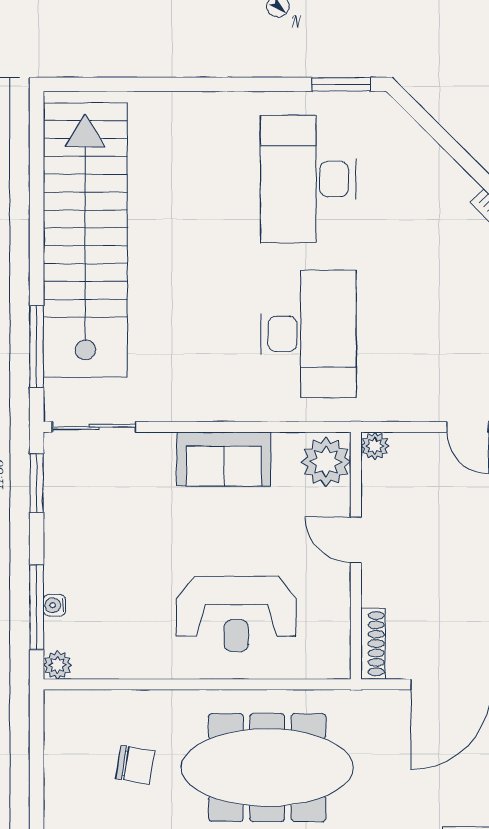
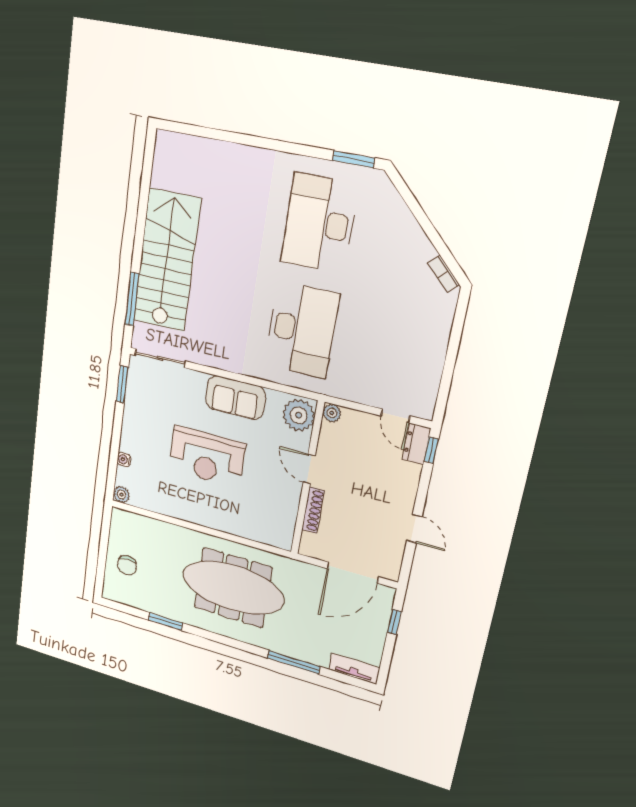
stairs: (85, 240) -> (167, 260), width x0.73
window: (37, 607) -> (114, 458), removed
reception desk: (236, 614) -> (207, 457), moved
shoe rack: (373, 644) -> (313, 510), moved
chair: (135, 765) -> (127, 565), moved, turned 81

